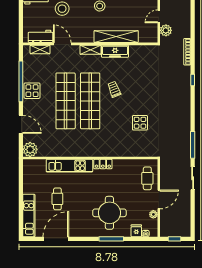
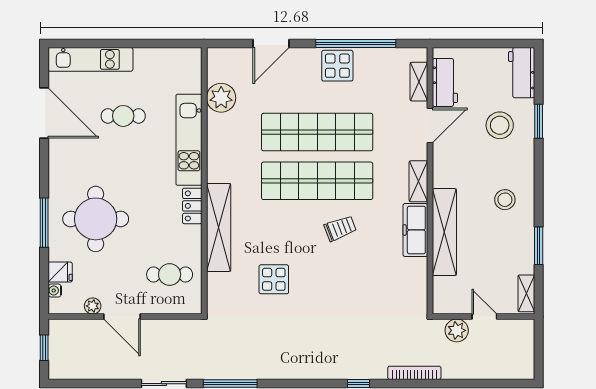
plant: (30, 149) -> (221, 98), moved
shelving: (114, 151) -> (219, 227), added
cafe table: (147, 178) -> (170, 275), moved

